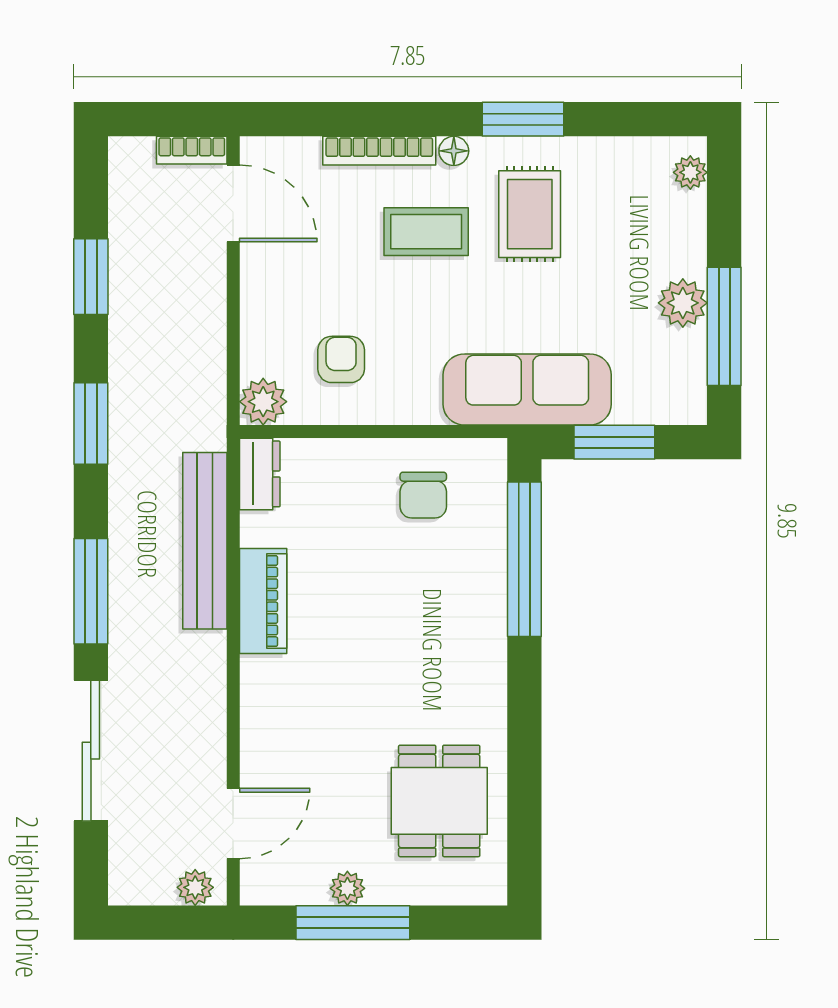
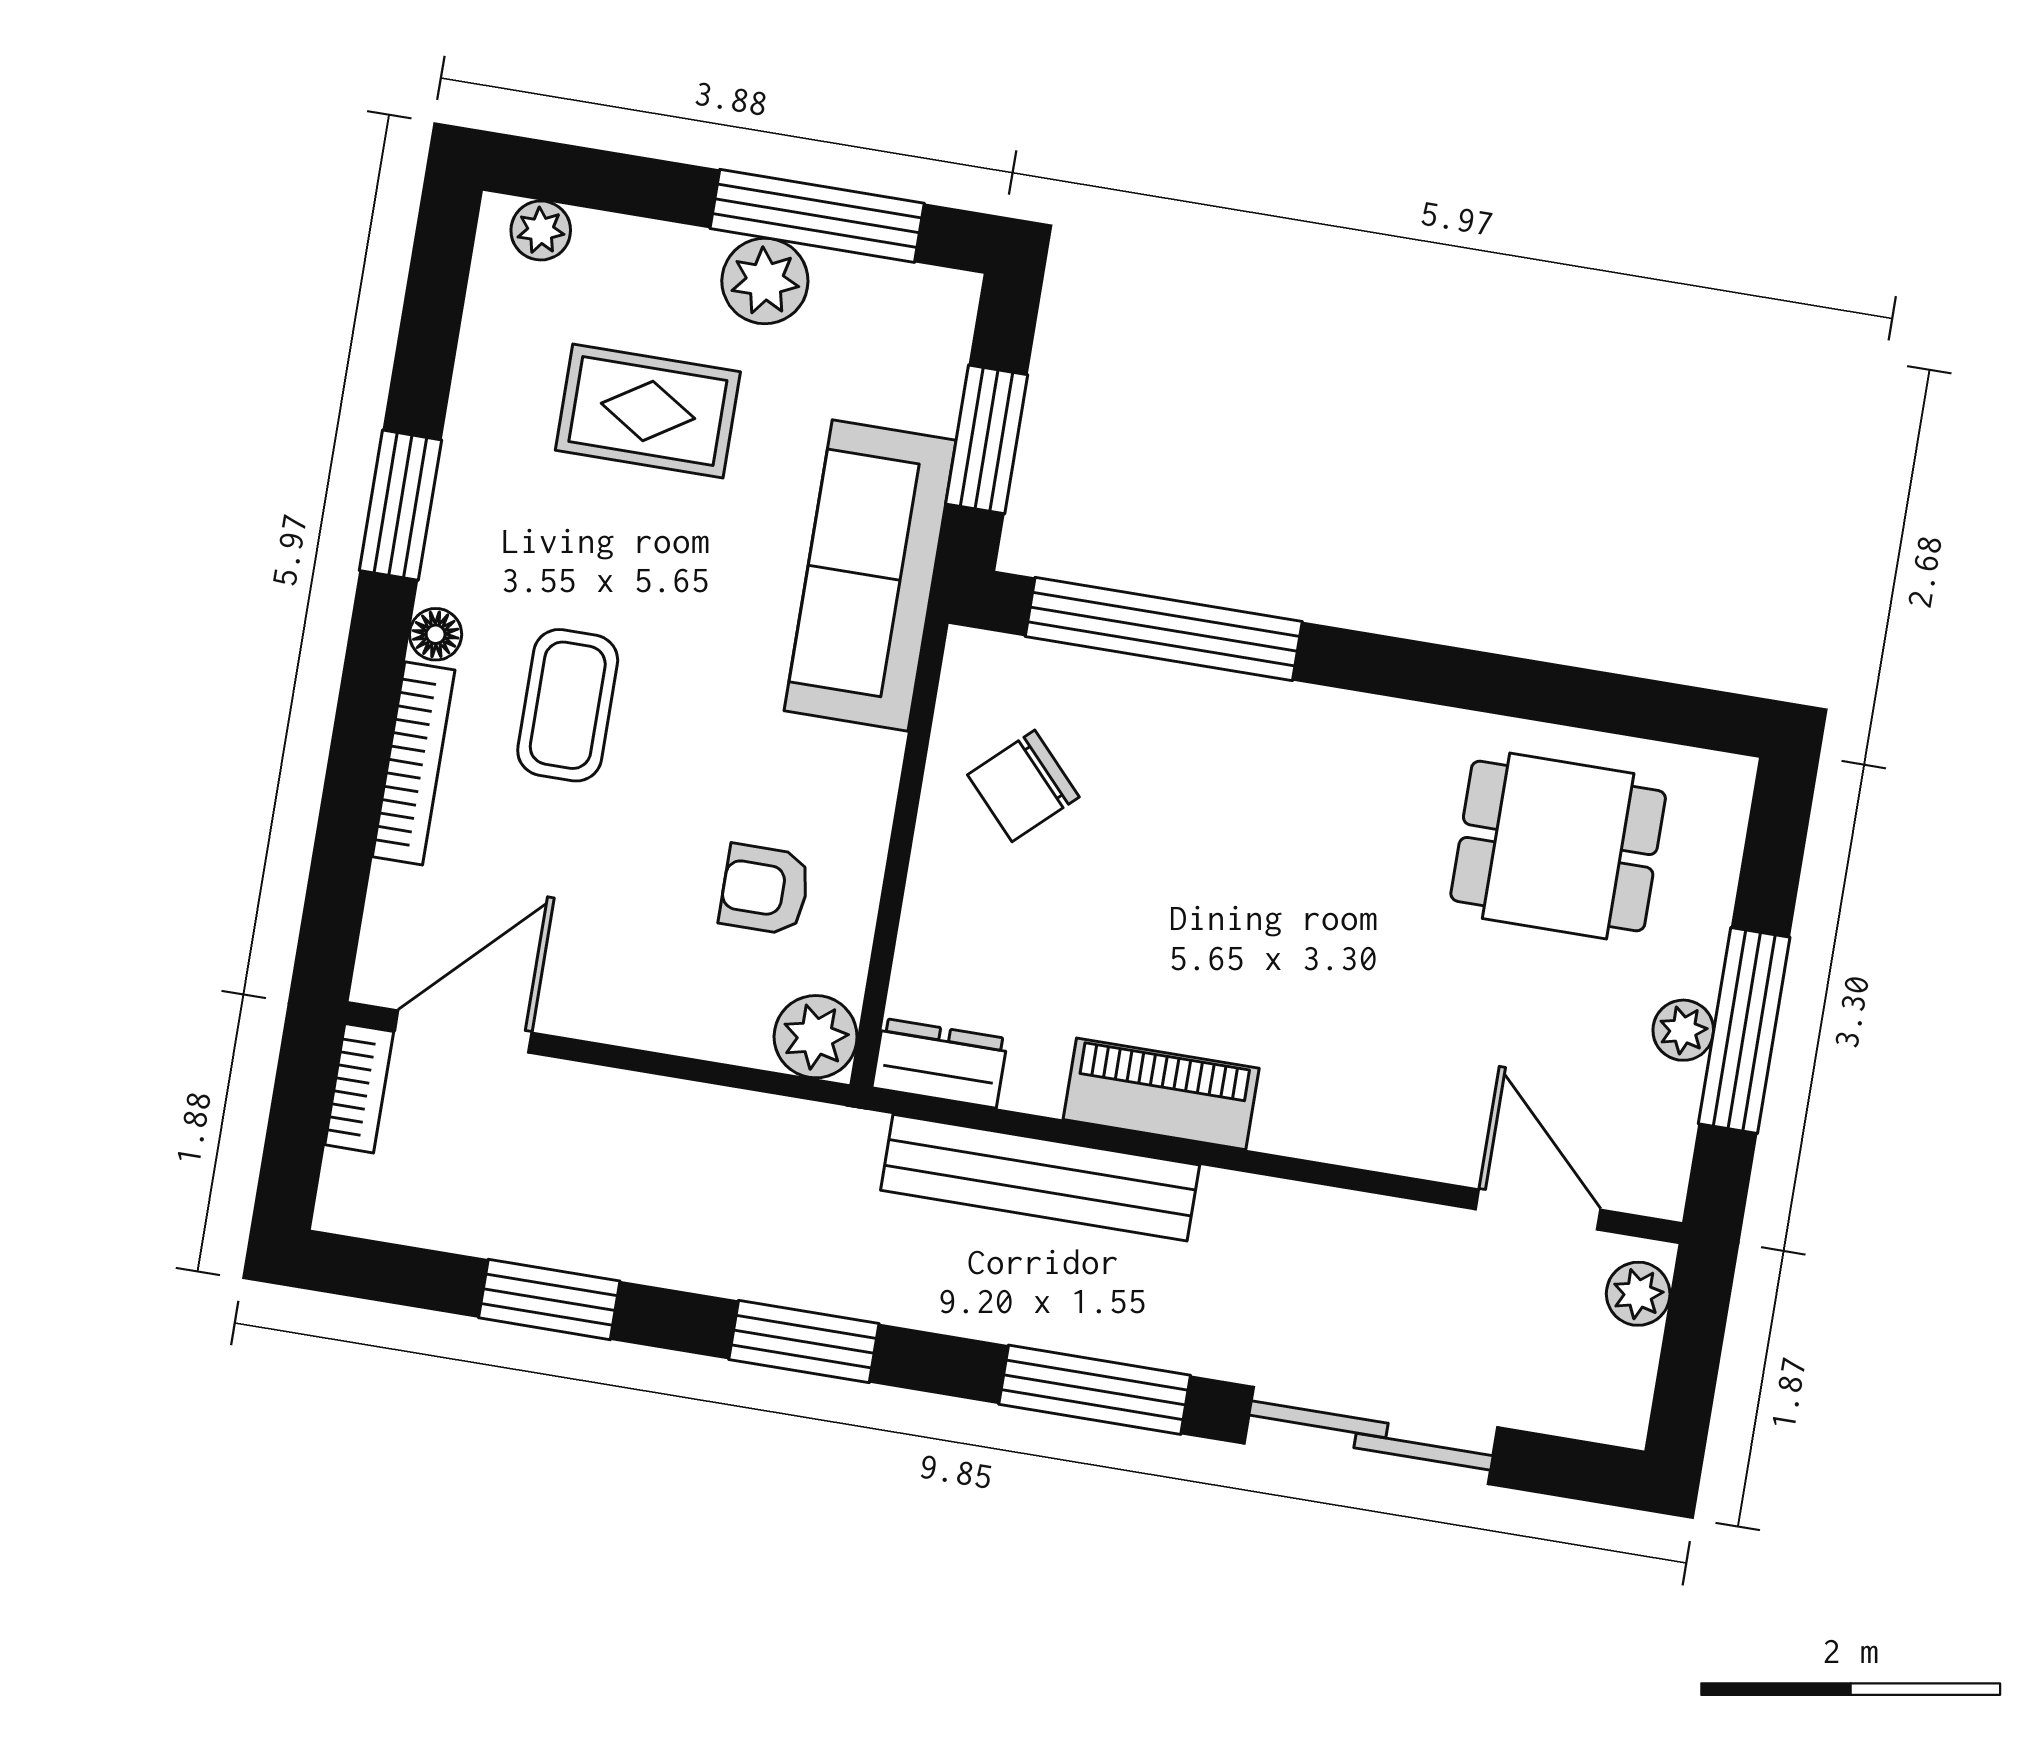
rug: (530, 214) -> (648, 411), moved
chair: (423, 495) -> (1023, 786), turned 137

